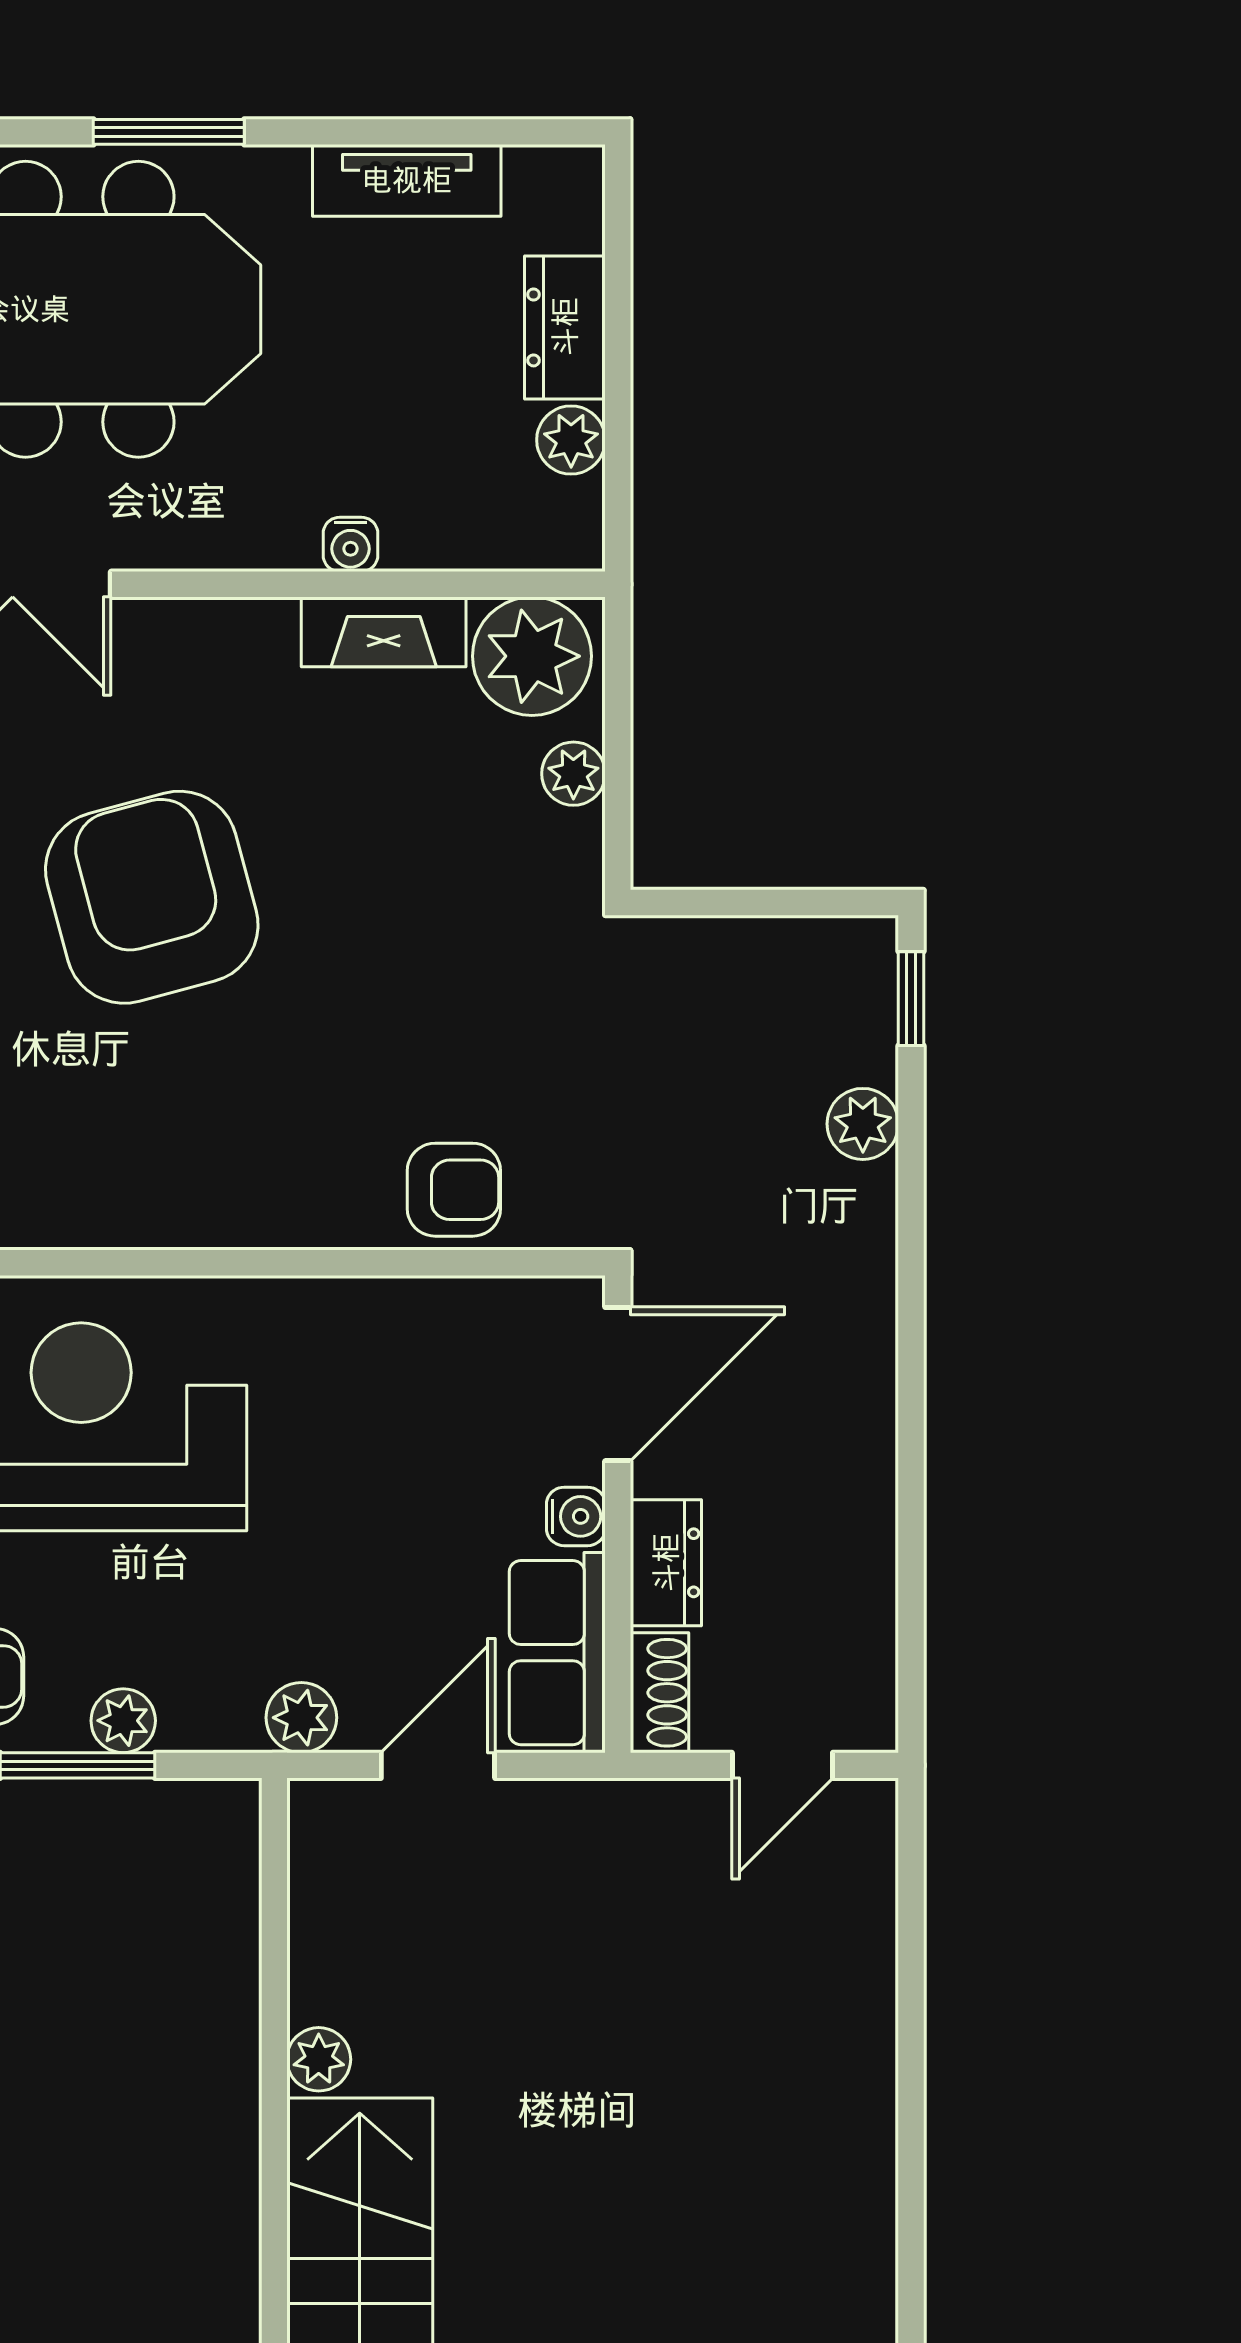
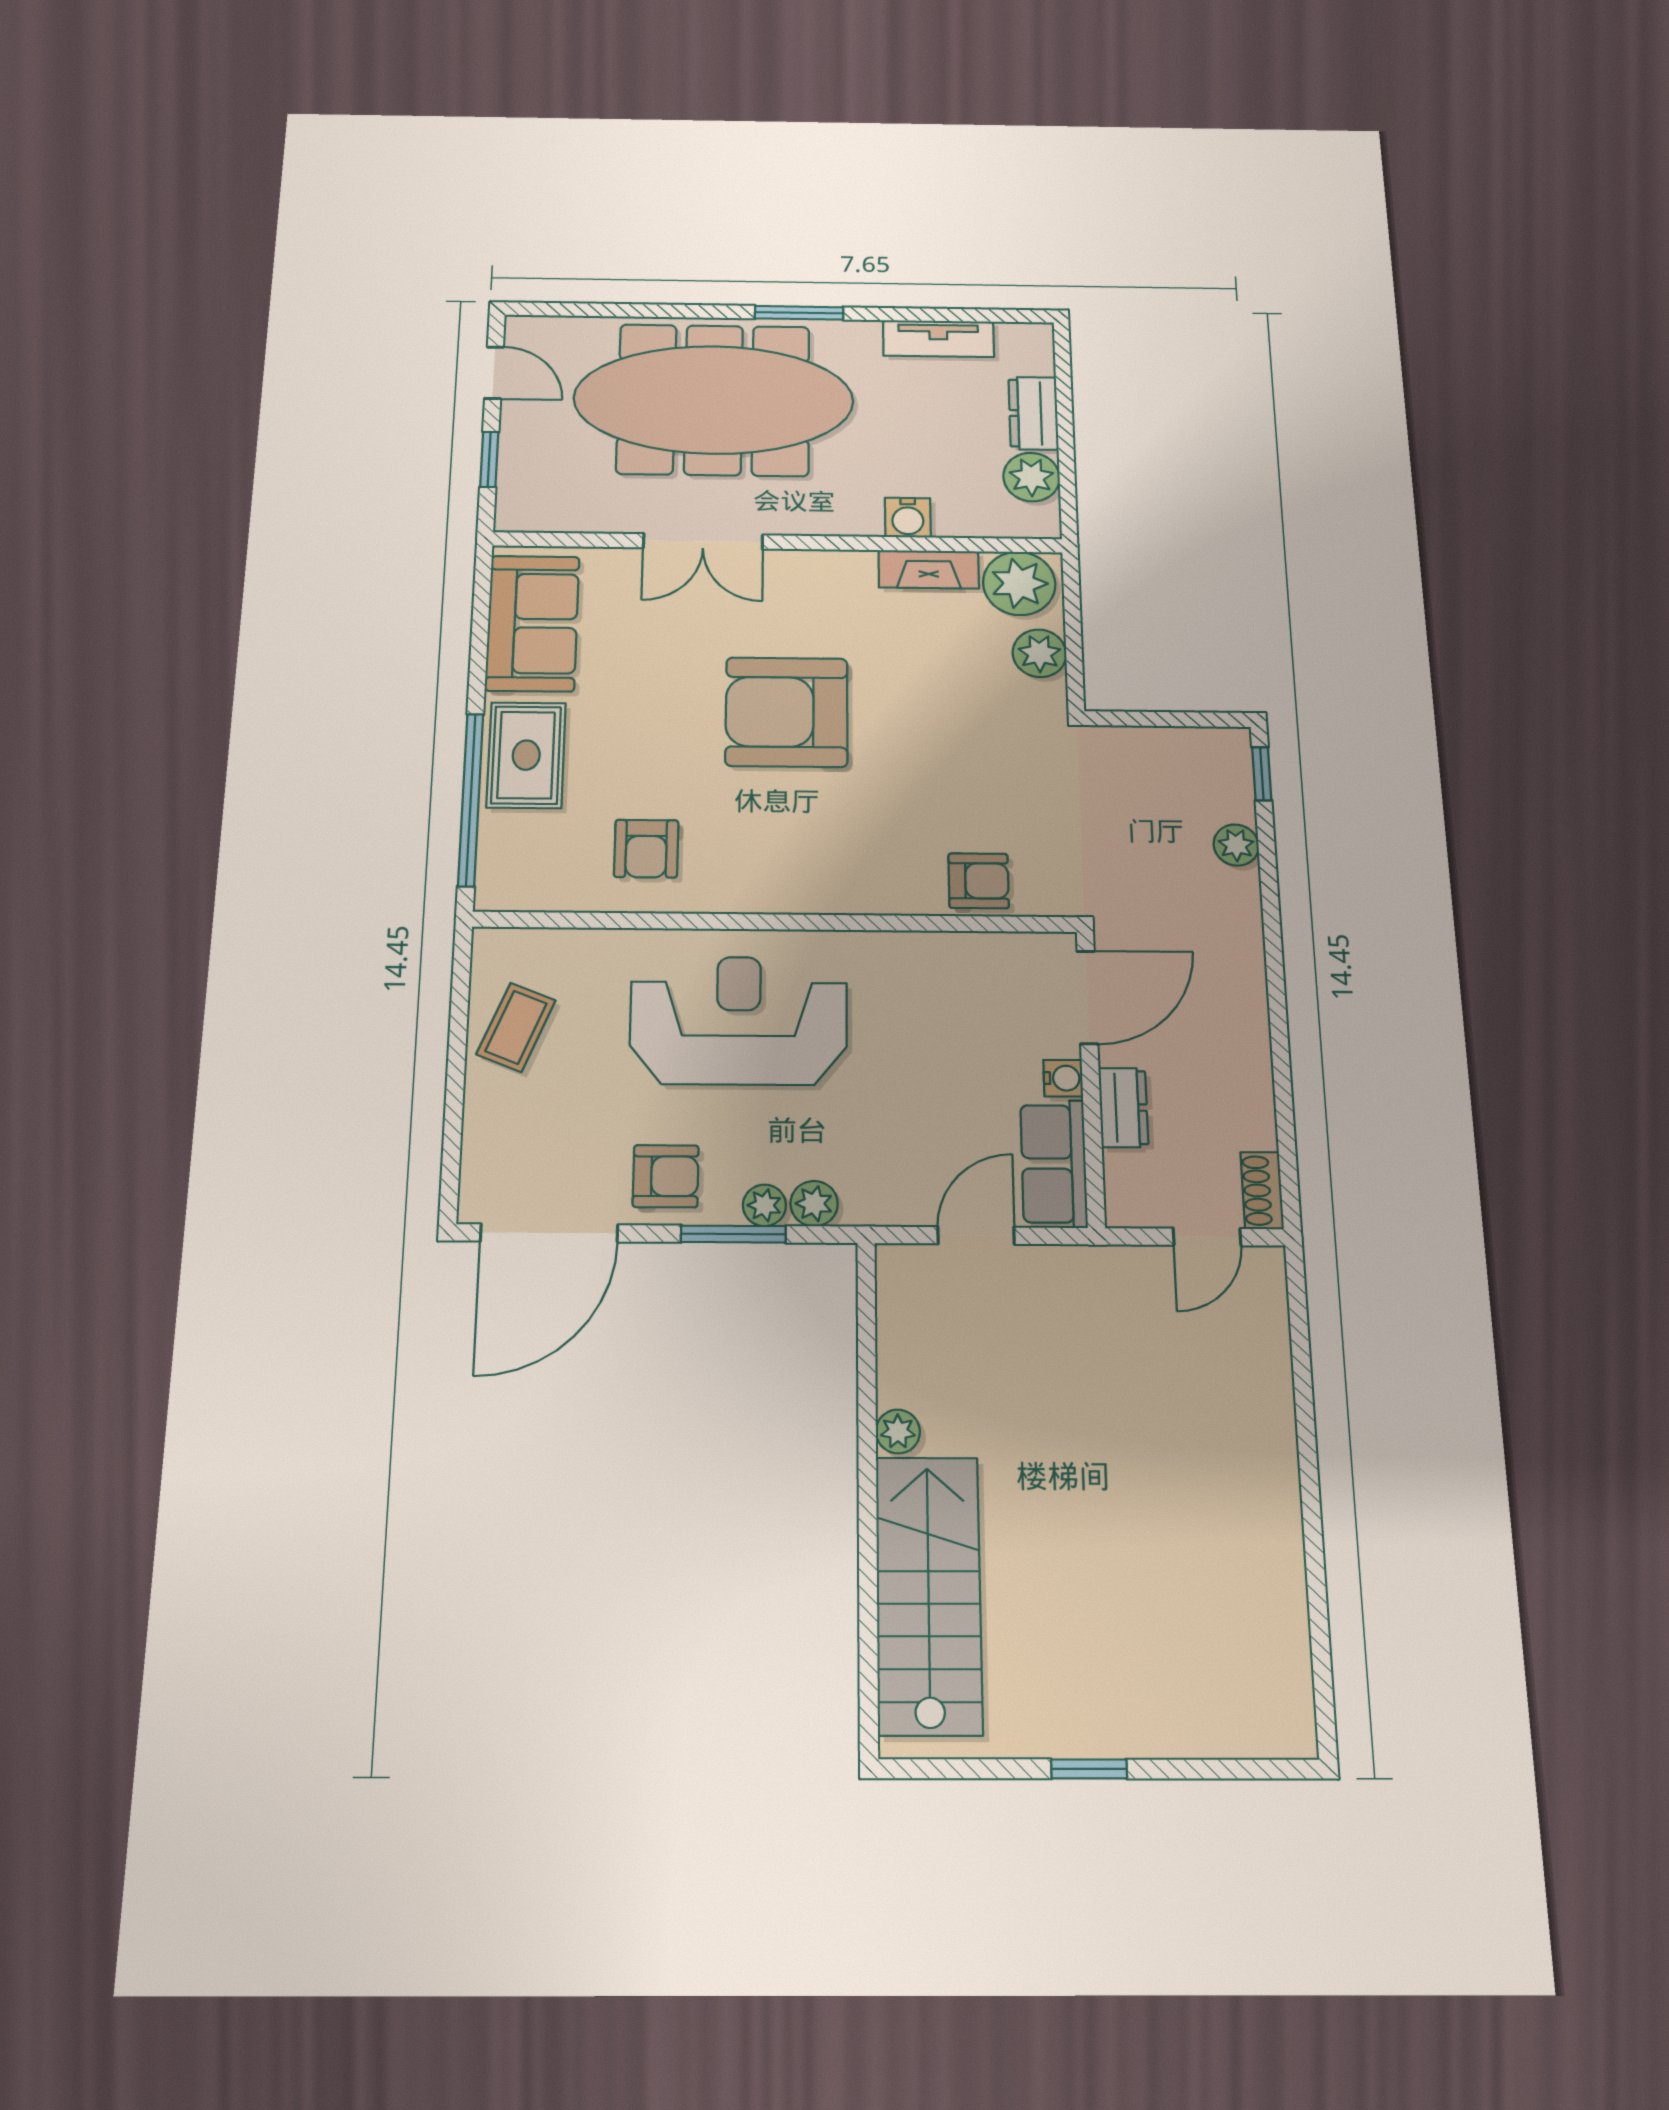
plant: (571, 440) -> (1032, 477), width x1.38, depth x1.38
water cooler: (351, 544) -> (908, 518), width x1.38, depth x1.38
plant: (573, 774) -> (1040, 653), width x1.38, depth x1.38
armchair: (152, 897) -> (787, 712), turned -75
shoe rack: (660, 1693) -> (1262, 1191), moved, turned 180
plant: (301, 1718) -> (814, 1204), moved

